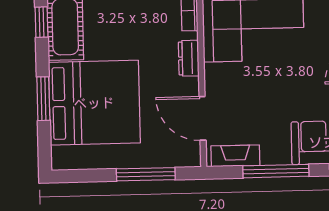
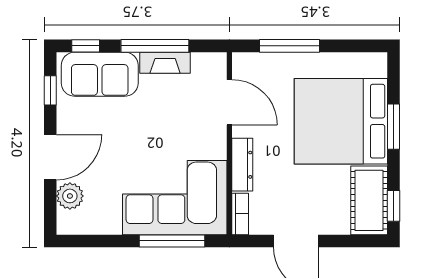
dresser: (189, 58) -> (242, 165), width x1.44
fireplace: (235, 156) -> (165, 63), moved

